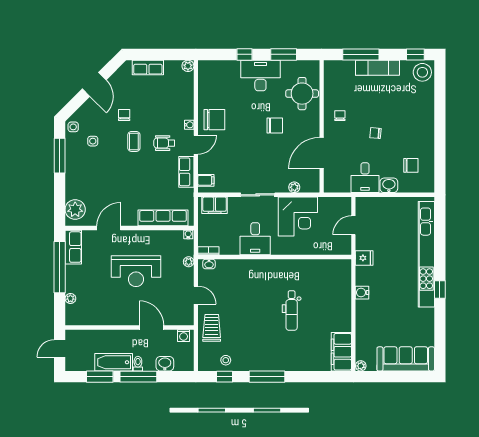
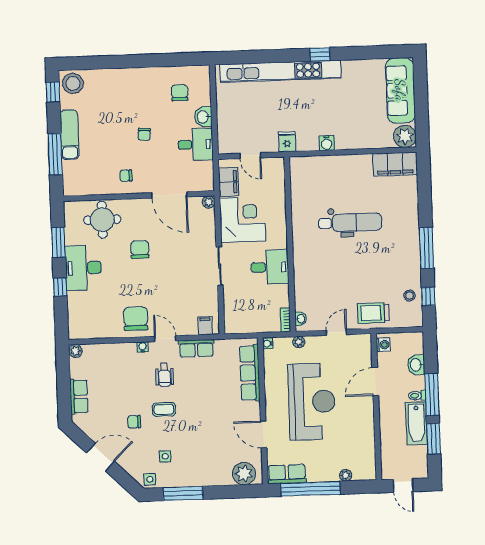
plant: (294, 187) -> (209, 202), moved
filing cabinet: (215, 205) -> (228, 182), moved
reception desk: (136, 271) -> (312, 402), width x1.36, depth x1.30
dental chair: (292, 311) -> (350, 223), width x1.36, depth x1.38
plant: (361, 366) -> (405, 136), width x1.88, depth x1.88

